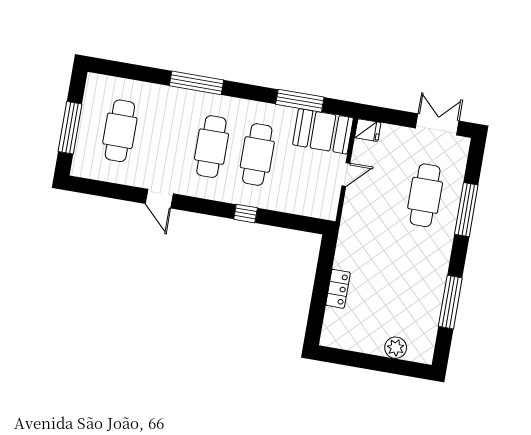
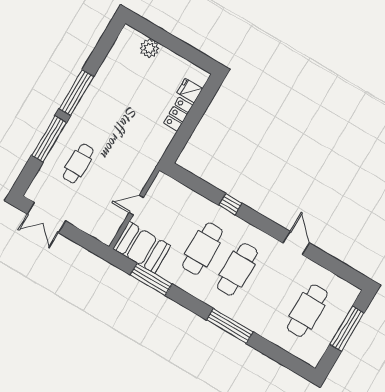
fridge: (368, 130) -> (190, 91), moved
cafe table: (425, 195) -> (78, 163), width x0.73, depth x0.74
window: (450, 302) -> (76, 93), moved

